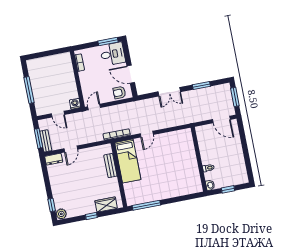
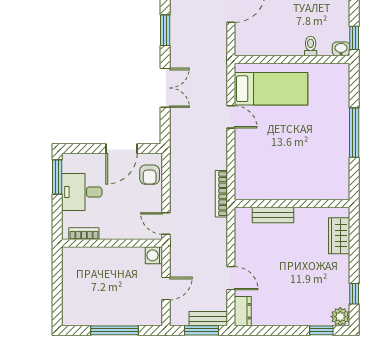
desk: (113, 54) -> (82, 192), moved, turned -90
door: (147, 134) -> (231, 117), moved
bed: (128, 161) -> (271, 89), moved
window: (228, 189) -> (354, 38), moved
window: (146, 205) -> (354, 133), moved
window: (91, 216) -> (354, 294), moved

